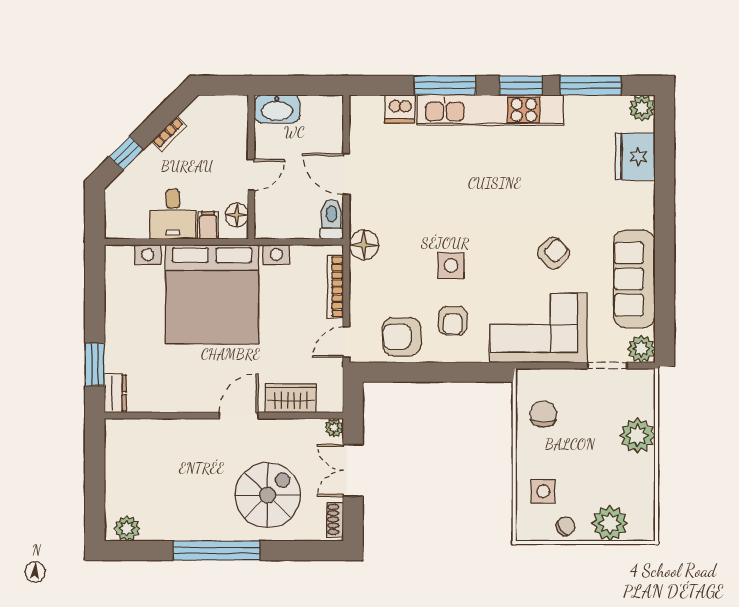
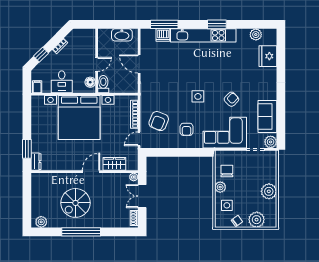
window: (445, 85) -> (164, 24), moved
window: (591, 85) -> (248, 24), removed
plant: (642, 108) -> (256, 35), moved
washbasin: (277, 109) -> (122, 35), moved
toilet: (332, 219) -> (103, 84), moved
filing cabinet: (208, 225) -> (37, 87), moved
floor lamp: (364, 245) -> (147, 96), removed
side table: (451, 265) -> (198, 96), moved
sofa: (634, 279) -> (267, 117), width x0.73
armchair: (402, 337) -> (159, 121), moved, turned -68
plant: (637, 435) -> (269, 191), moved
plant: (528, 450) -> (220, 187), added
spiral stairs: (268, 495) -> (75, 203), moved, turned 180

